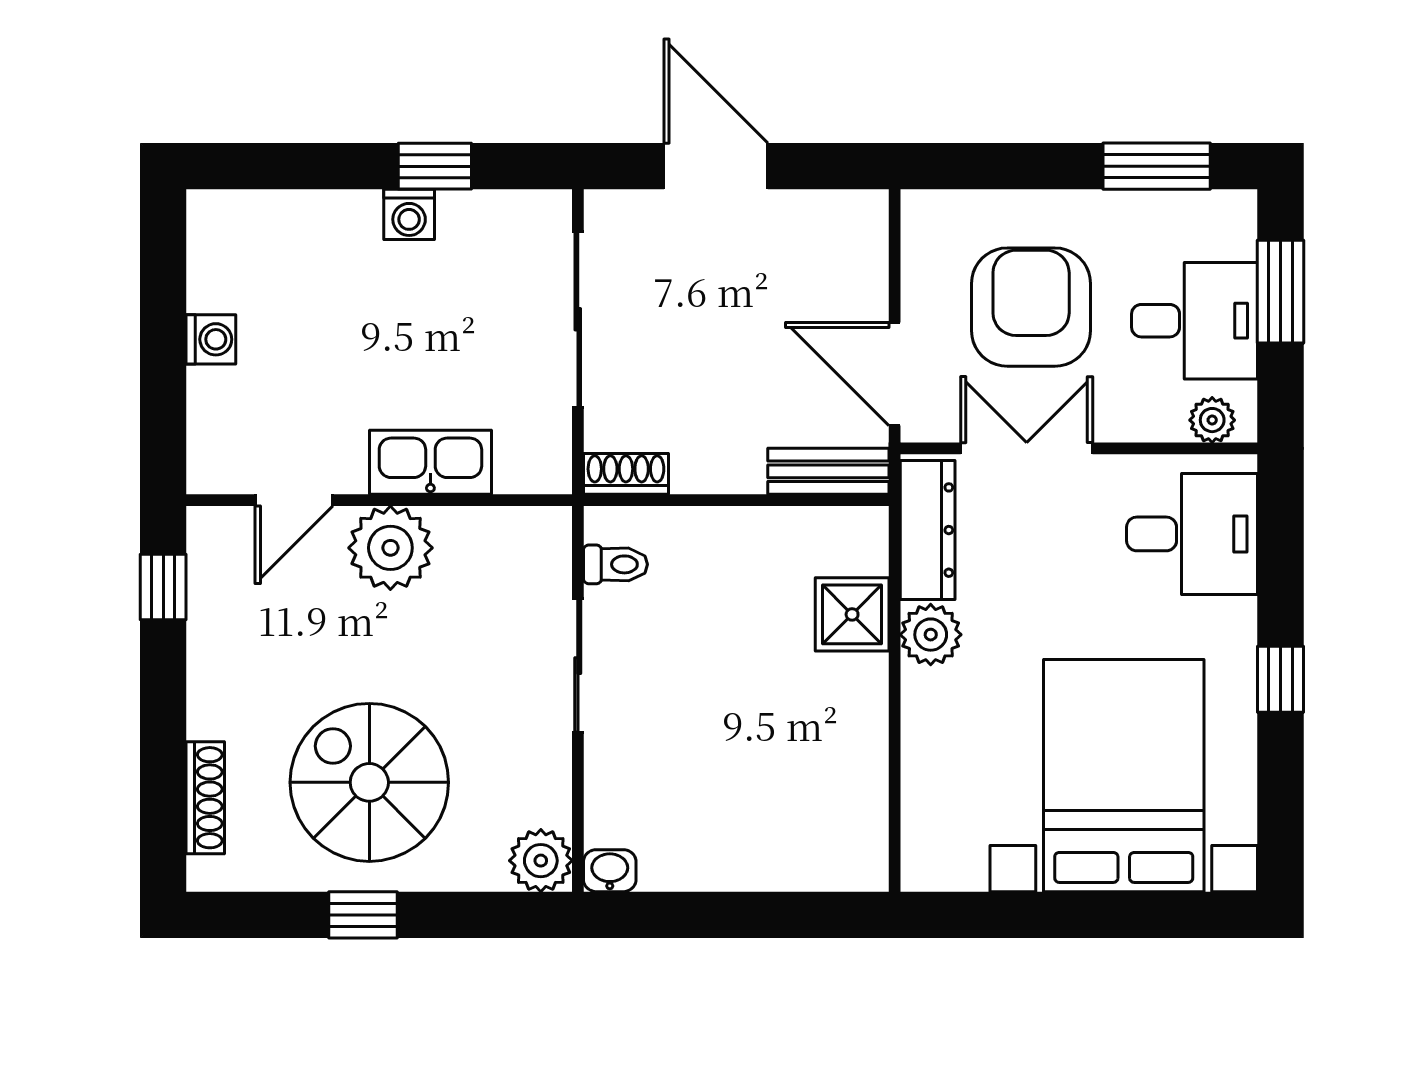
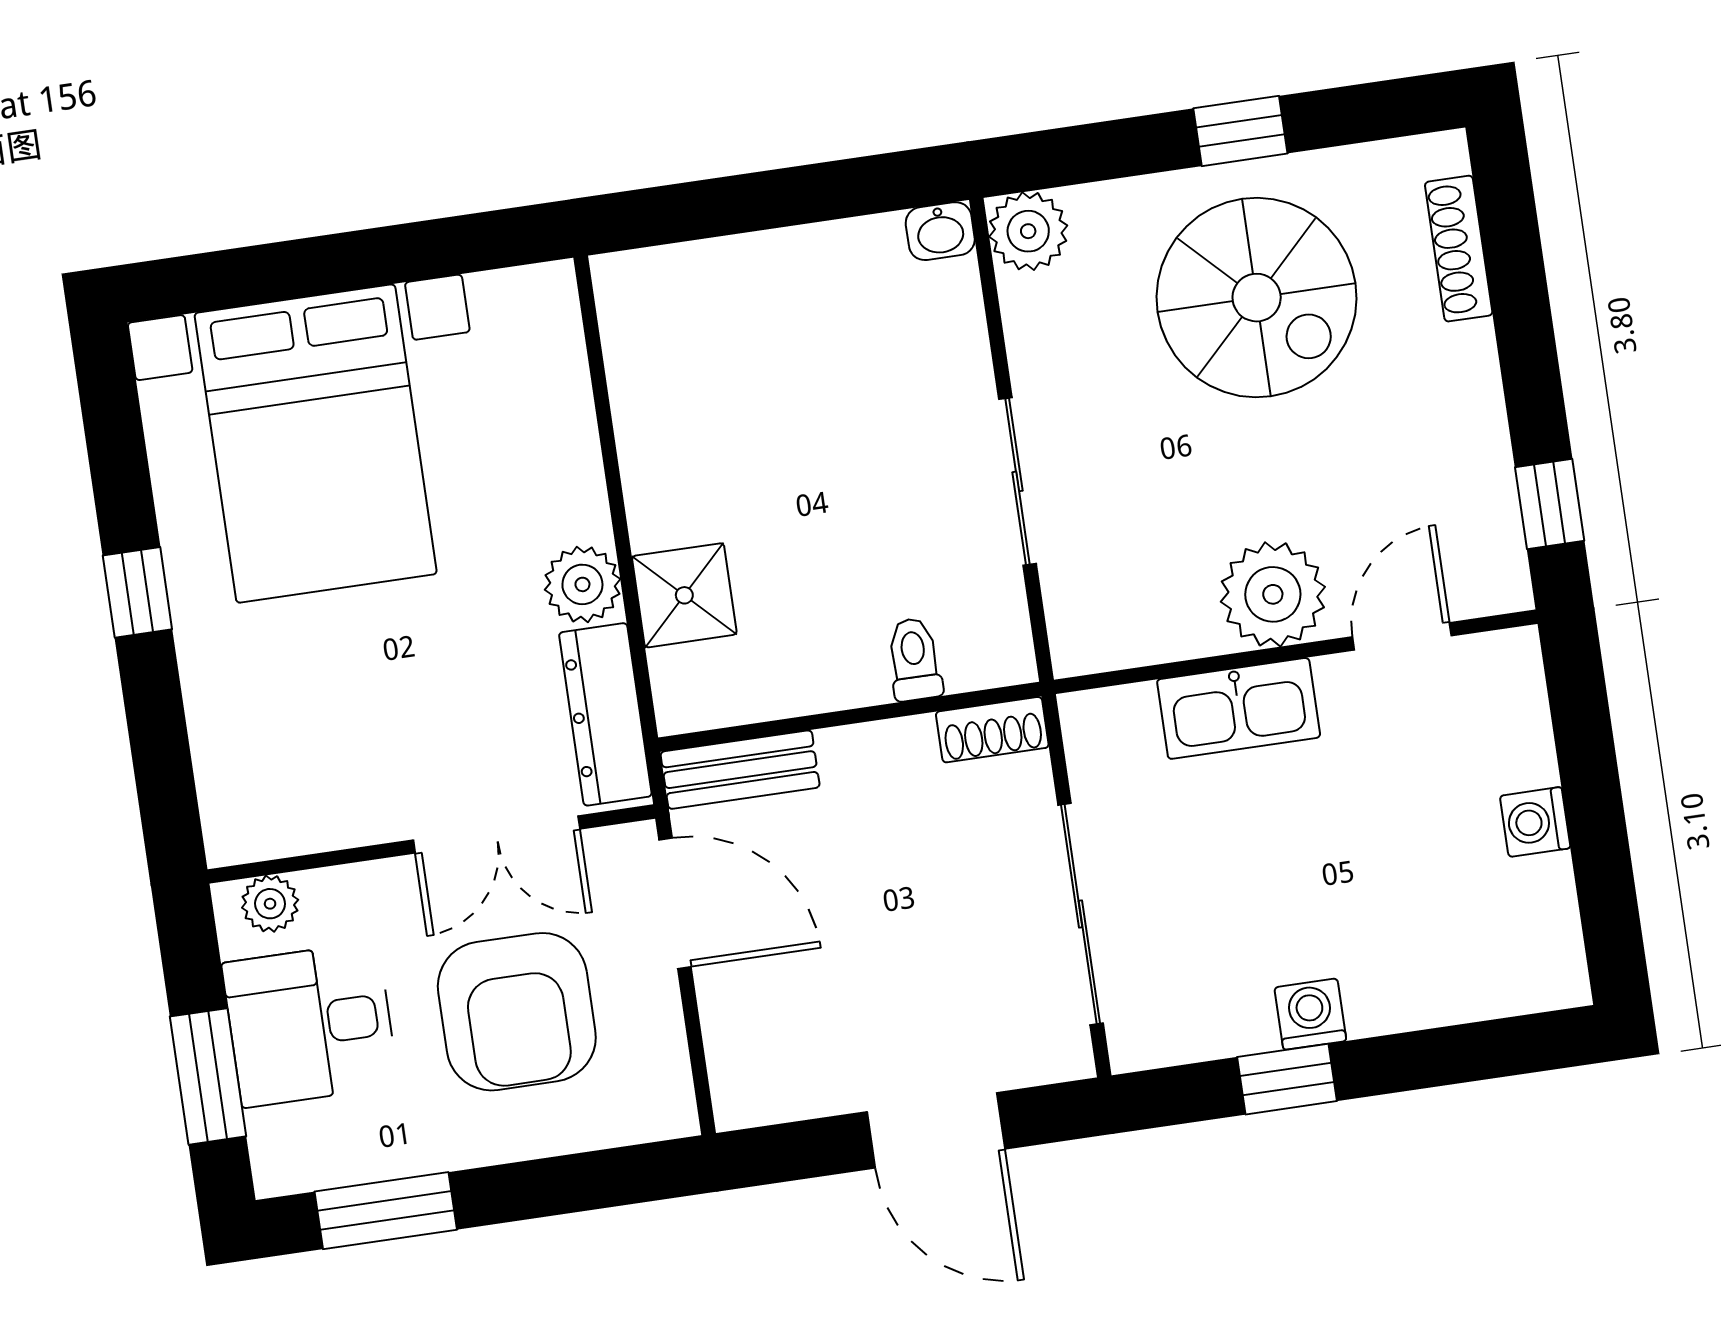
desk: (1192, 534) -> (274, 758), removed
toilet: (615, 564) -> (914, 659), moved, turned 90

